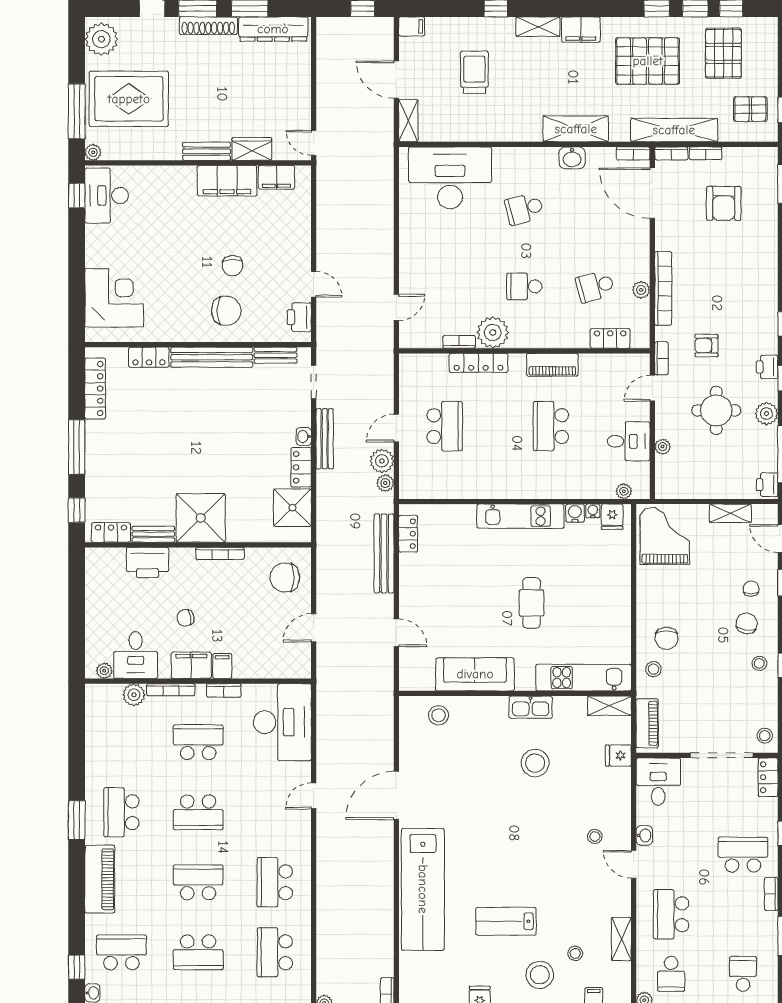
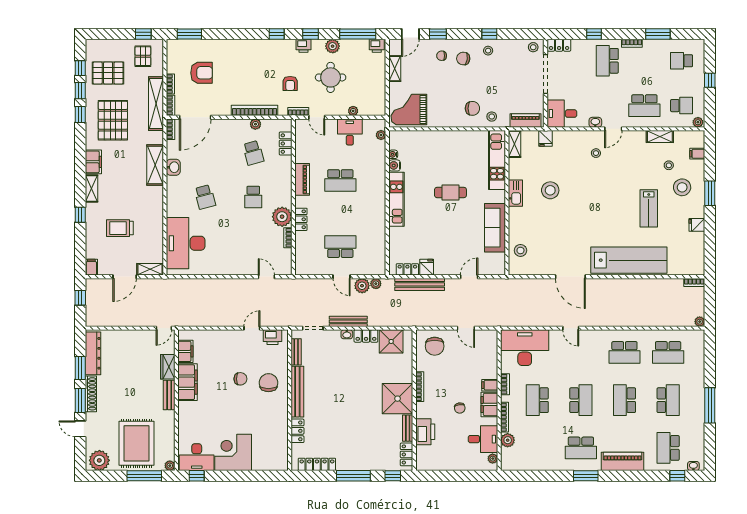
corner desk: (114, 298) -> (233, 452), moved
locker: (478, 363) -> (301, 219), width x0.66
fridge: (612, 517) -> (427, 267), moved, turned -90

